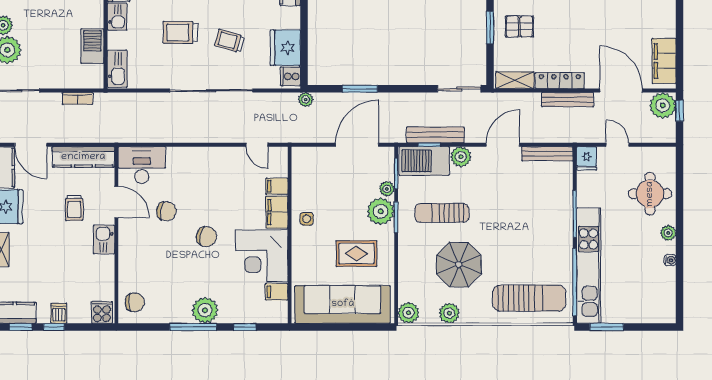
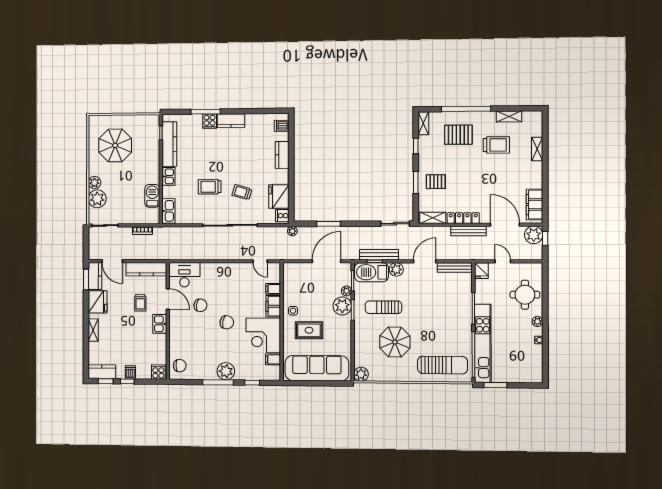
rug: (357, 254) -> (309, 330), moved
plant: (449, 313) -> (388, 375), removed

